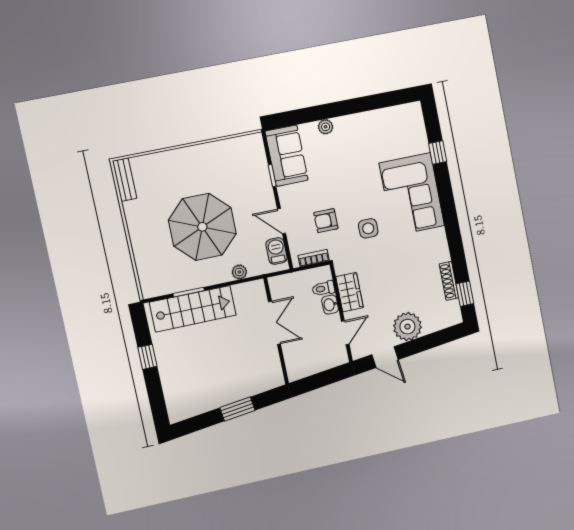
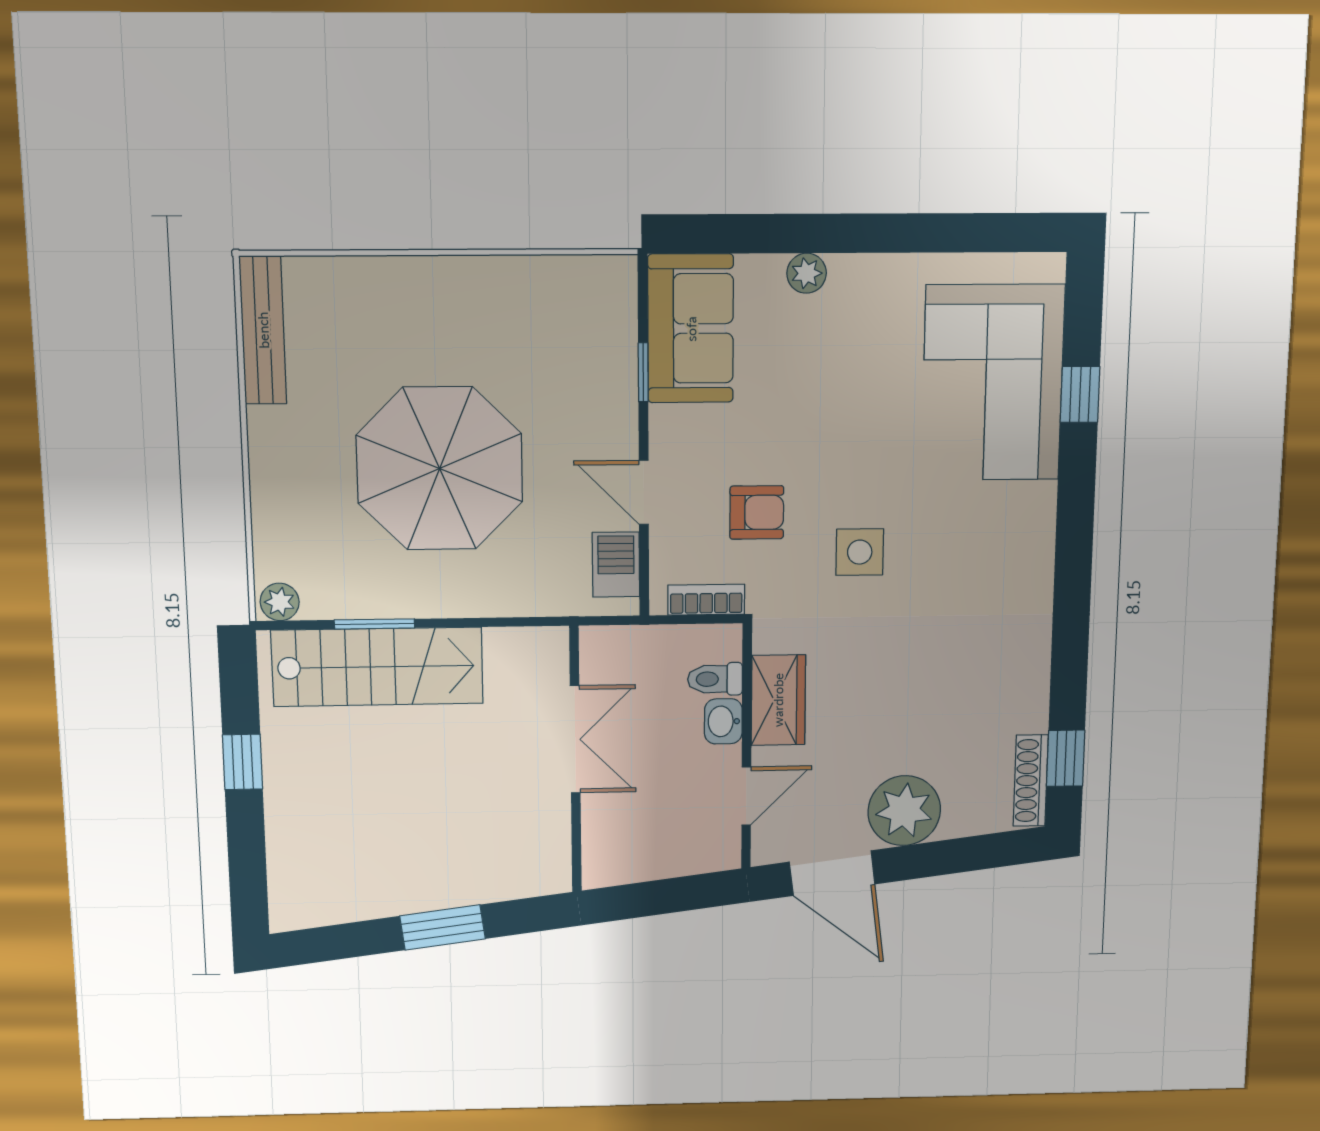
bench: (125, 180) -> (263, 330), width x1.36
corner sofa: (412, 194) -> (993, 383), moved
armchair: (326, 221) -> (757, 512), turned 180
plant: (239, 272) -> (280, 602), moved
shoe rack: (449, 281) -> (1031, 781), moved
door: (385, 357) -> (832, 873), width x1.38

